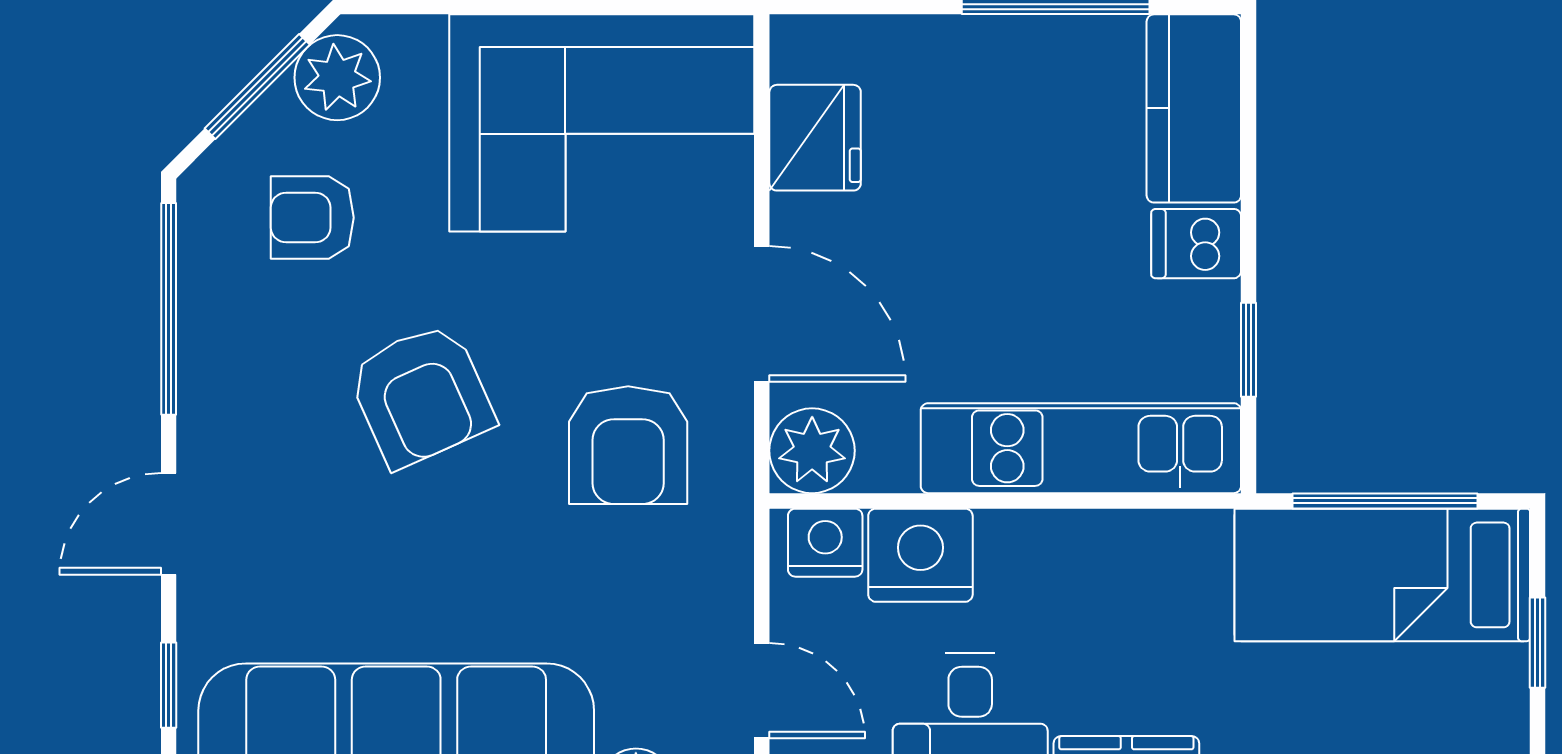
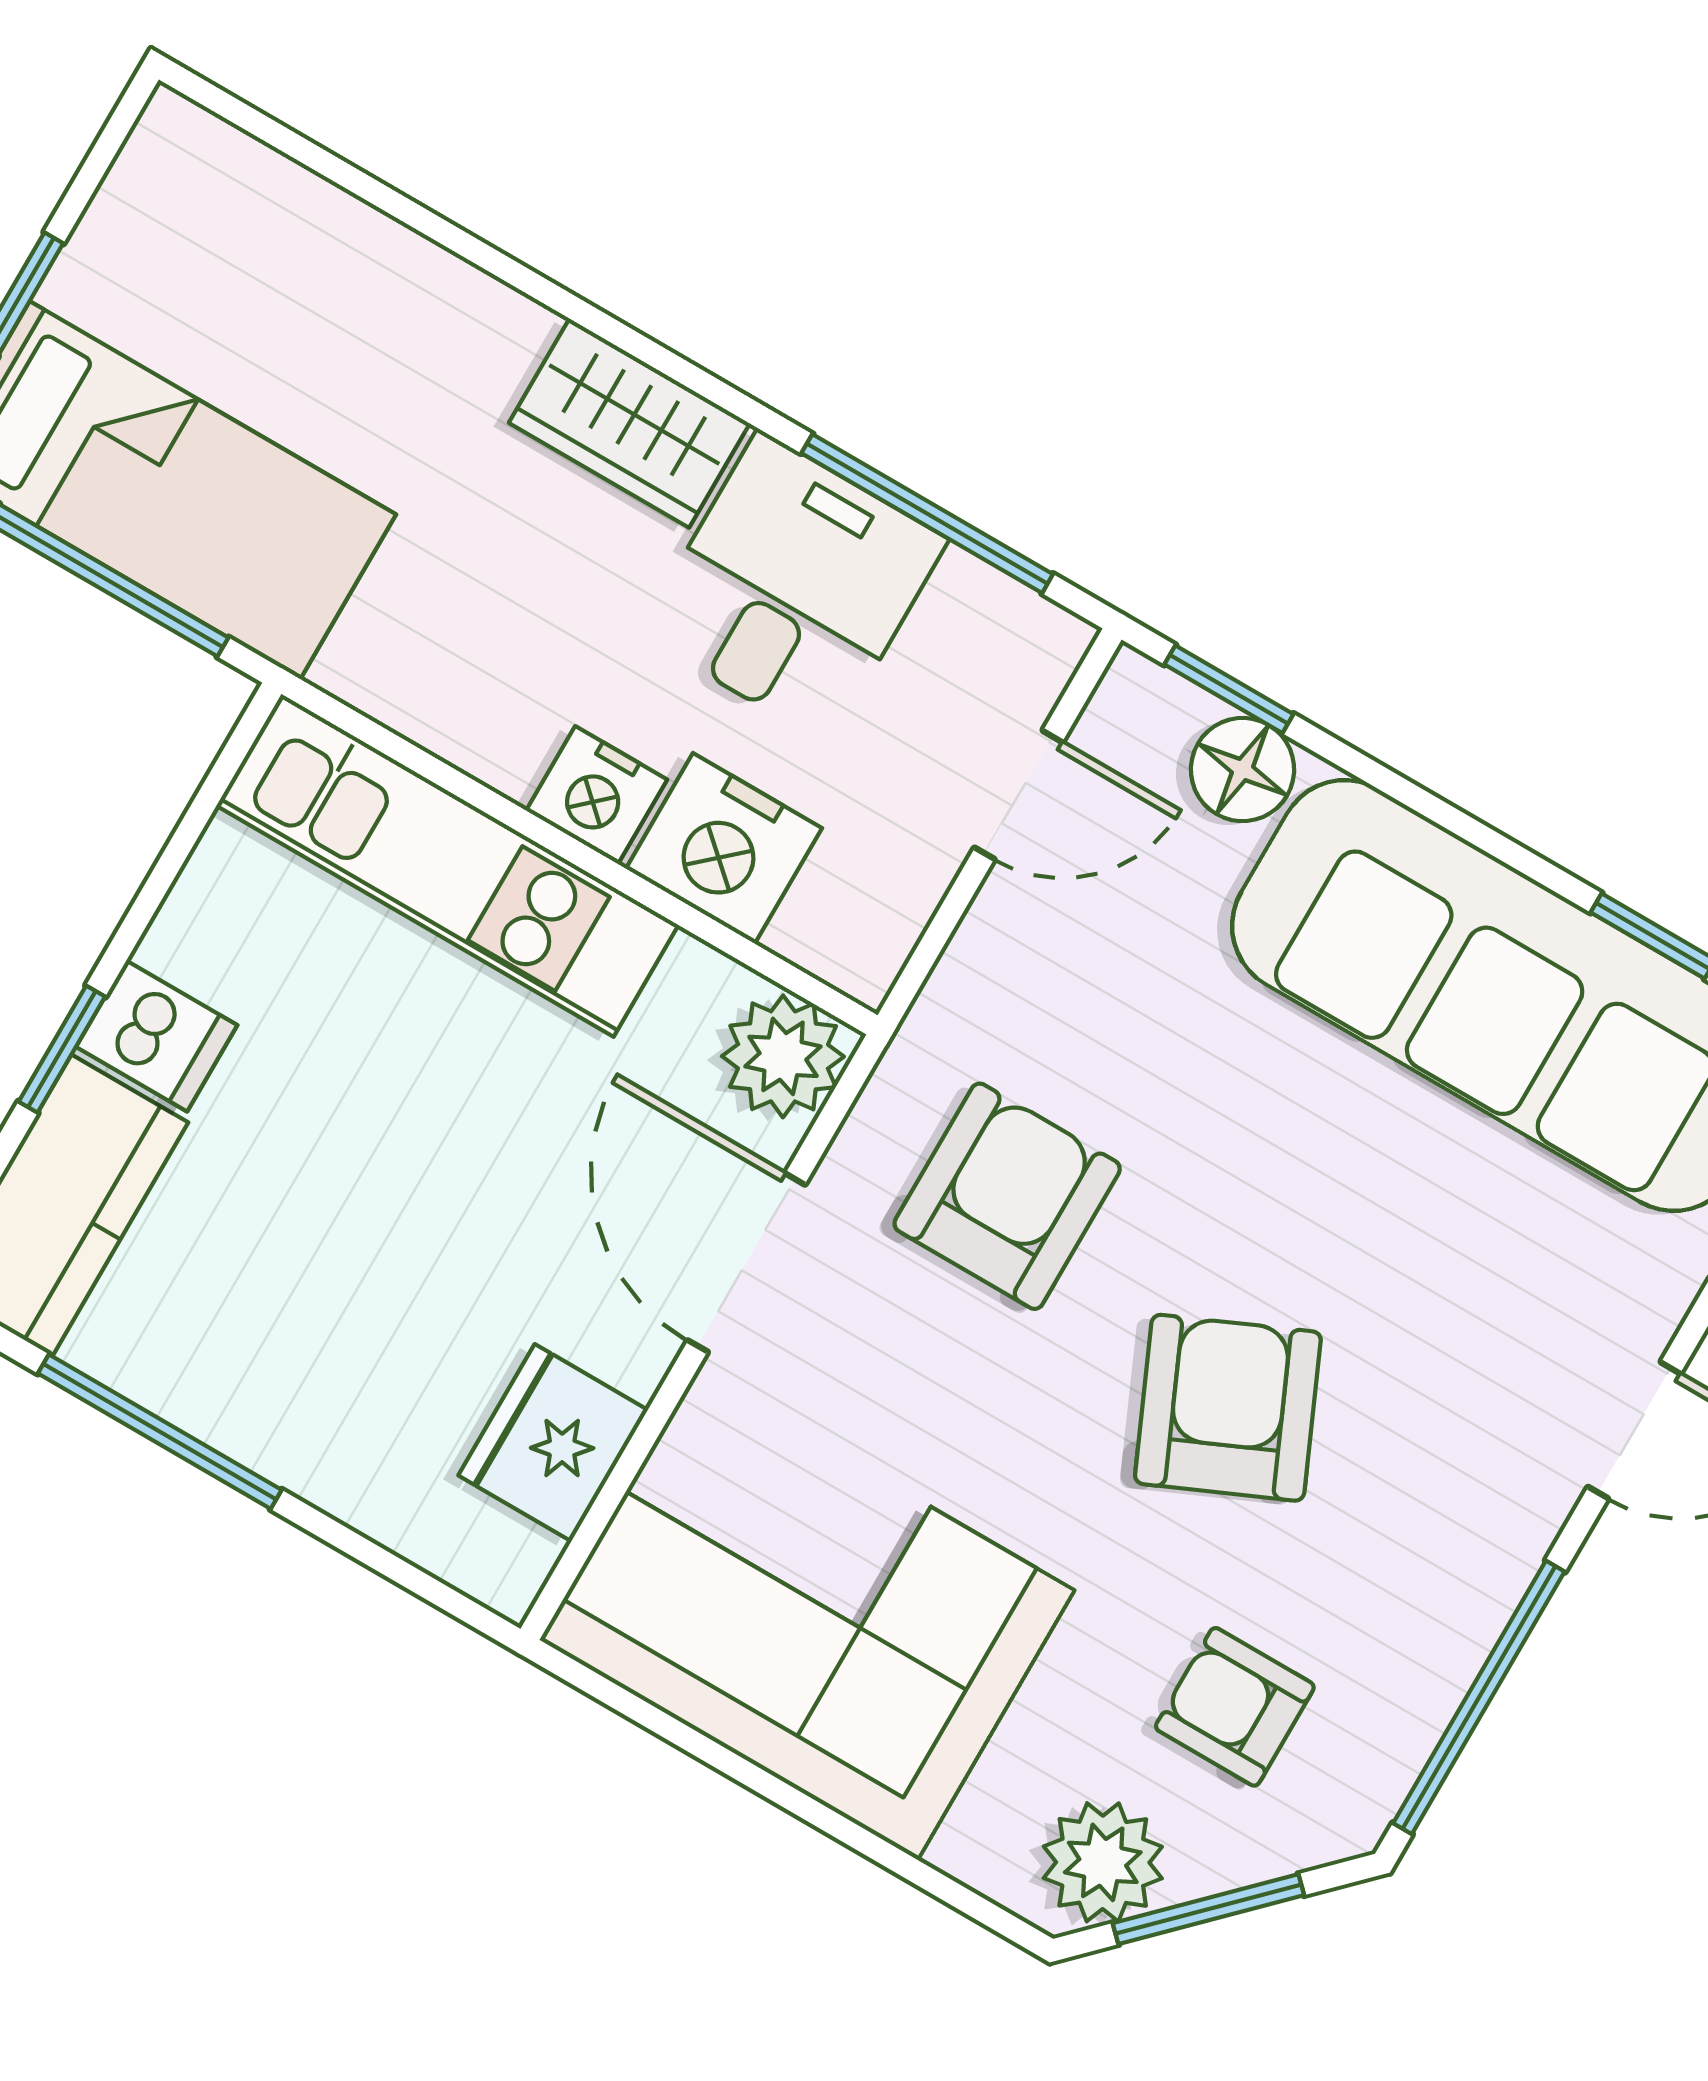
armchair: (312, 218) -> (1235, 1707), turned 180
window: (1249, 350) -> (62, 1049), moved
nightstand: (825, 543) -> (597, 795), moved
door: (762, 691) -> (1019, 795), swing flipped

